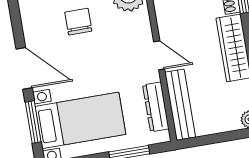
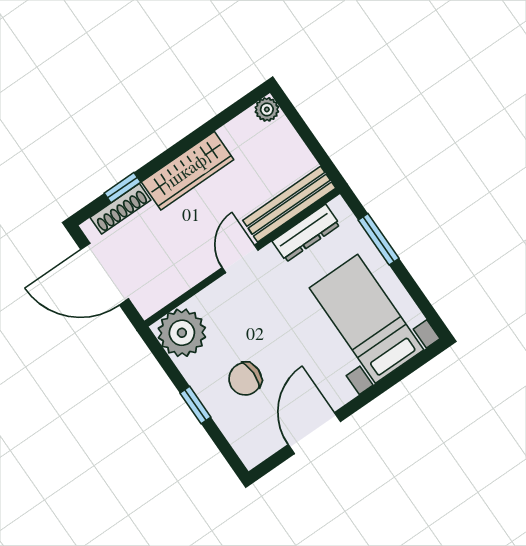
door: (24, 68) -> (314, 433), moved
window: (33, 122) -> (396, 377), removed

